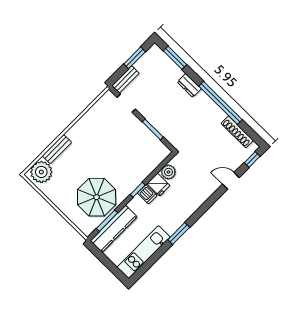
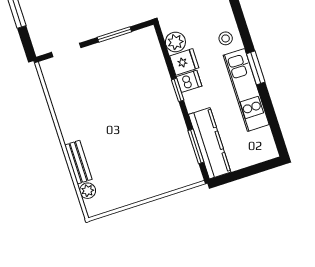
bench: (125, 79) -> (37, 36), removed
plant: (41, 172) -> (88, 191), width x0.53, depth x0.53
parasol: (97, 197) -> (161, 144), removed
stool: (188, 204) -> (226, 38), added
kitchen unit: (144, 252) -> (246, 90), moved

